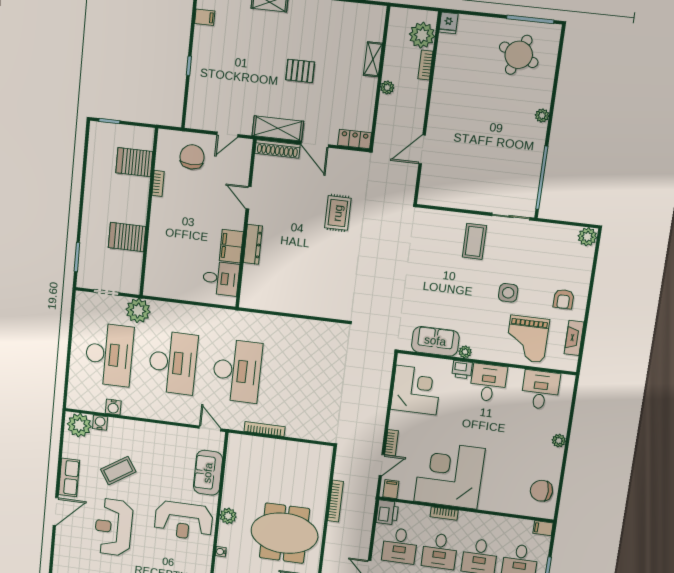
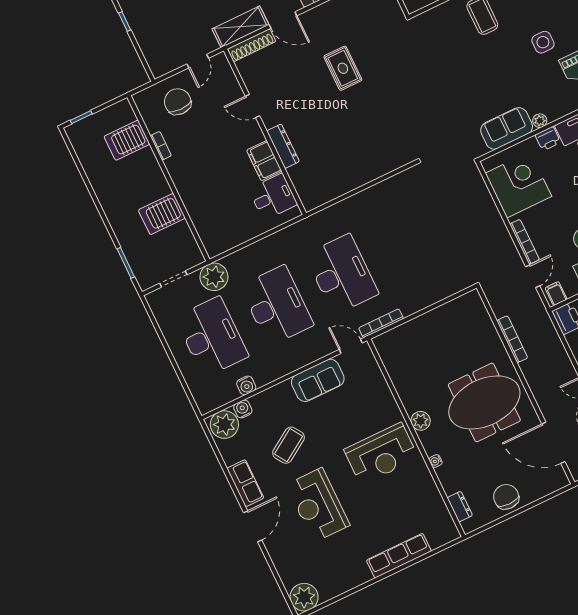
bookcase: (265, 429) -> (381, 323), moved
bookcase: (391, 443) -> (525, 242), width x1.56
sofa: (208, 473) -> (318, 380), moved, turned -90

